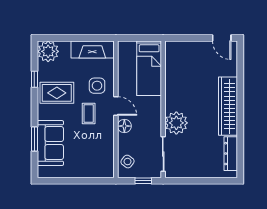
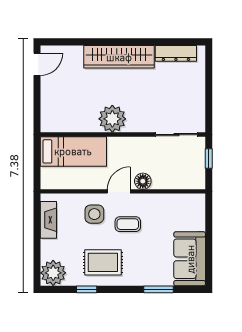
fireplace: (92, 50) -> (48, 220), width x0.73, depth x0.76
rug: (57, 93) -> (103, 262), turned 90
plant: (176, 123) -> (112, 119), moved
sofa: (50, 143) -> (190, 259), moved, turned -90
side table: (128, 162) -> (185, 177), removed

